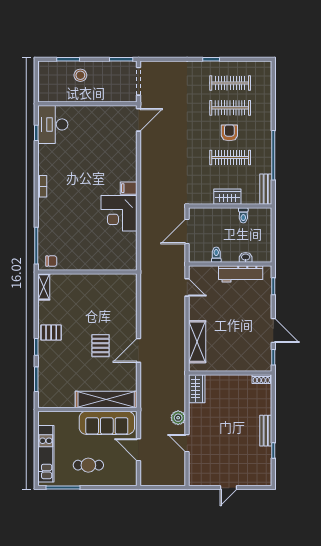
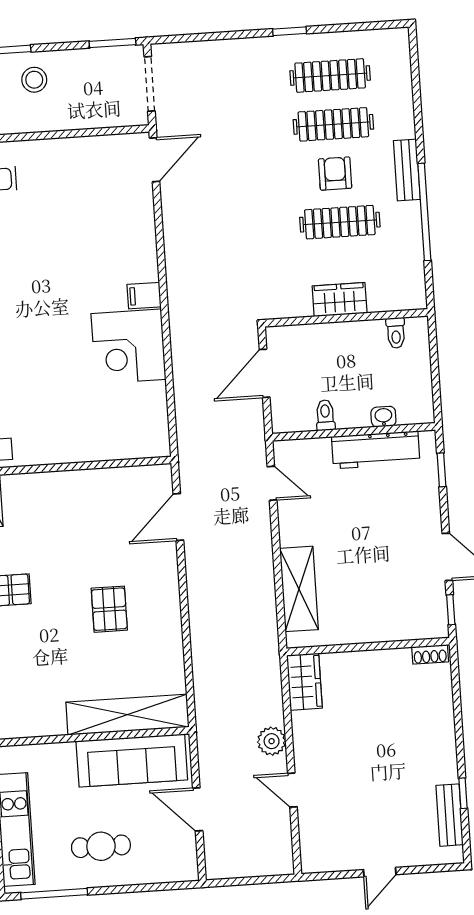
bench: (266, 189) -> (407, 170), moved
toilet: (243, 215) -> (396, 333), moved
door: (139, 350) -> (178, 517), moved
bench: (266, 431) -> (450, 815), moved

